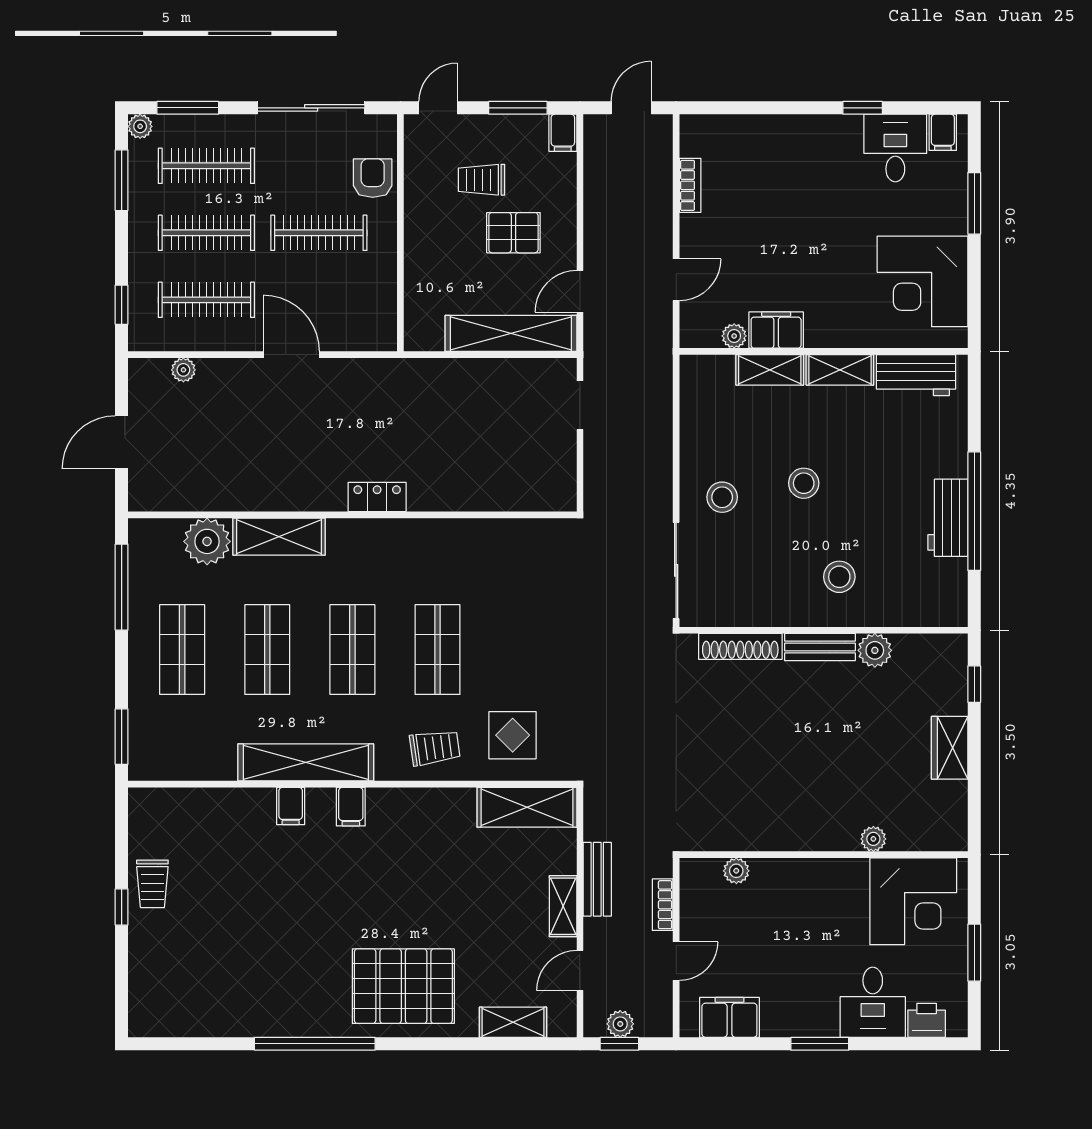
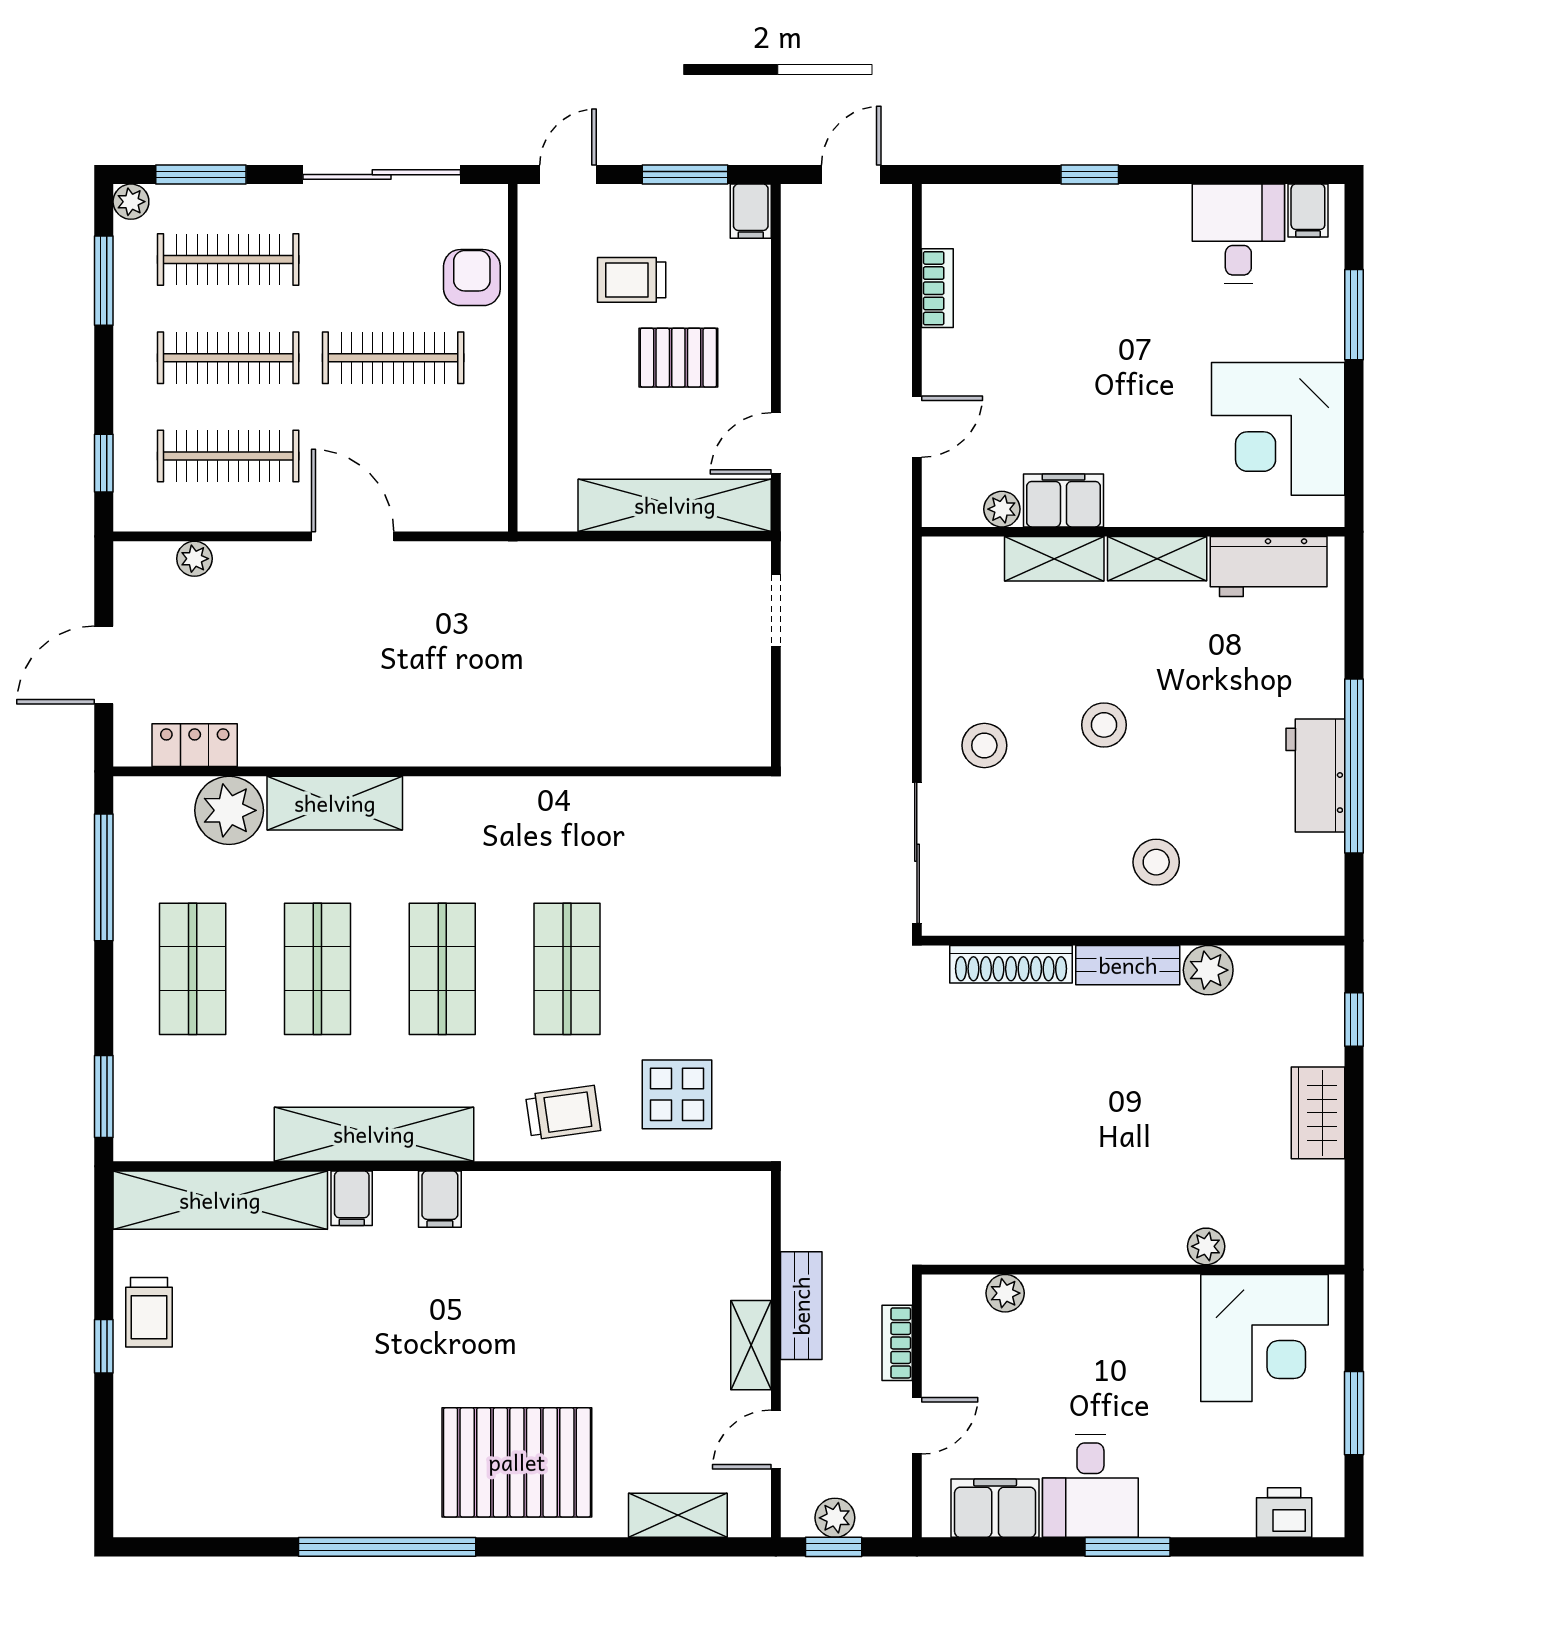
window: (863, 108) -> (1090, 175), moved
locker: (377, 497) -> (195, 745), moved
shelving: (527, 807) -> (220, 1200), moved, width x1.47
desk: (873, 1002) -> (1090, 1486), moved

